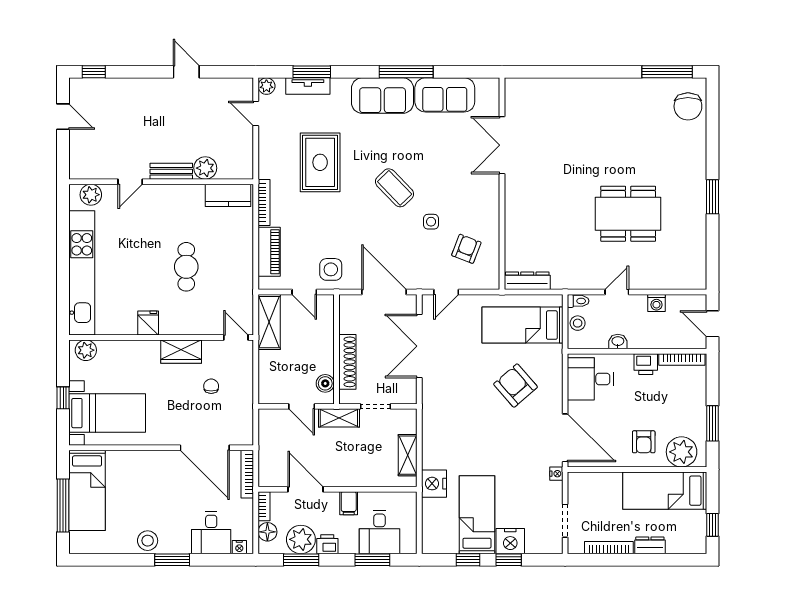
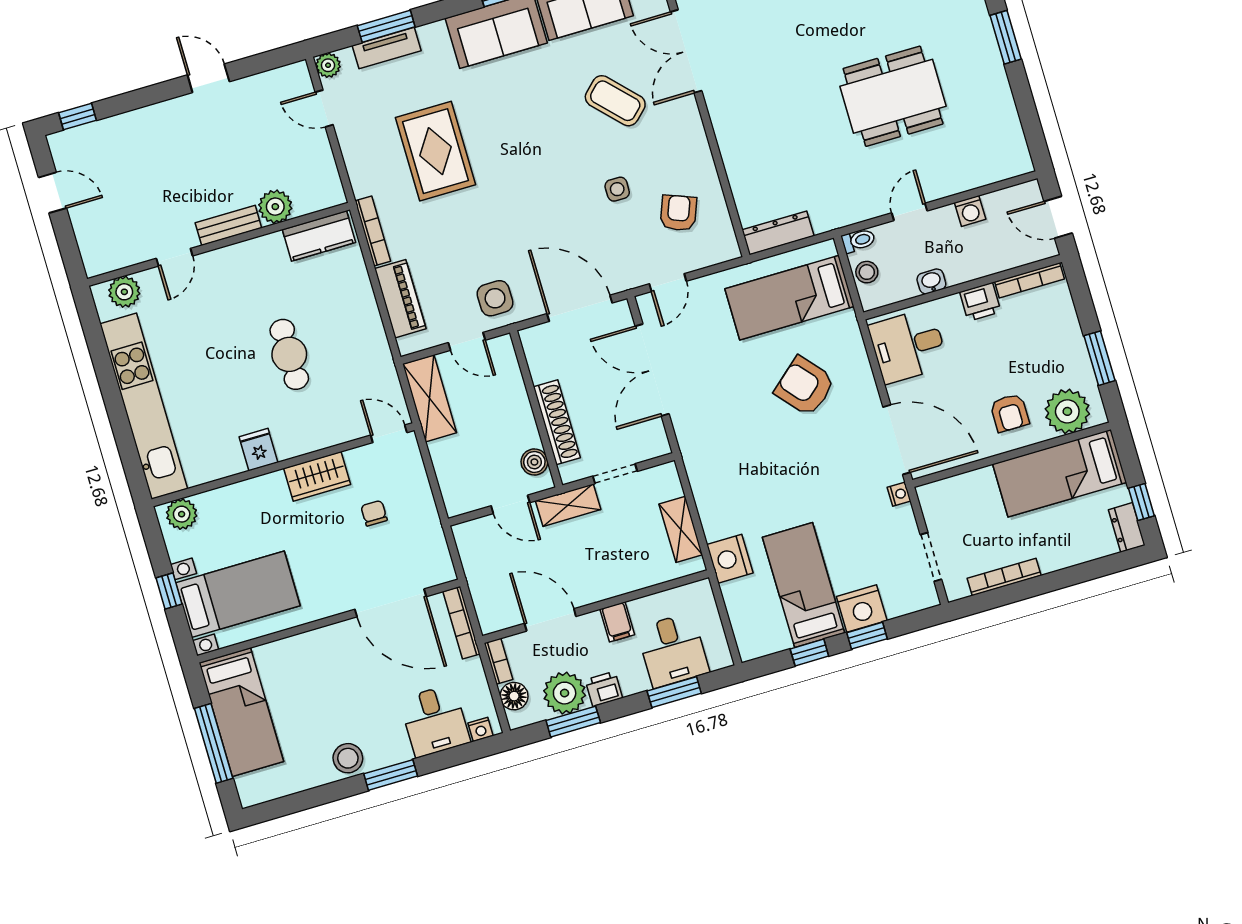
coffee table: (395, 188) -> (615, 101), moved
dresser: (650, 545) -> (1127, 527), moved, turned -90

